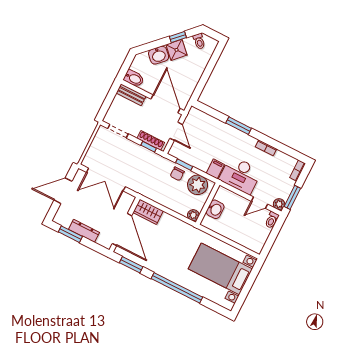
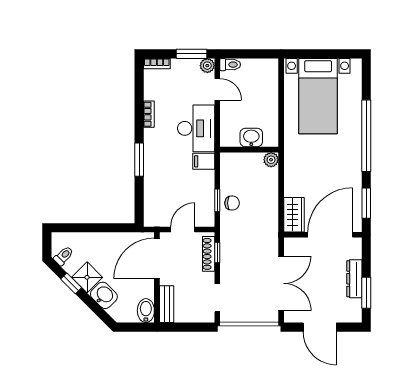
plant: (198, 185) -> (233, 173), removed

